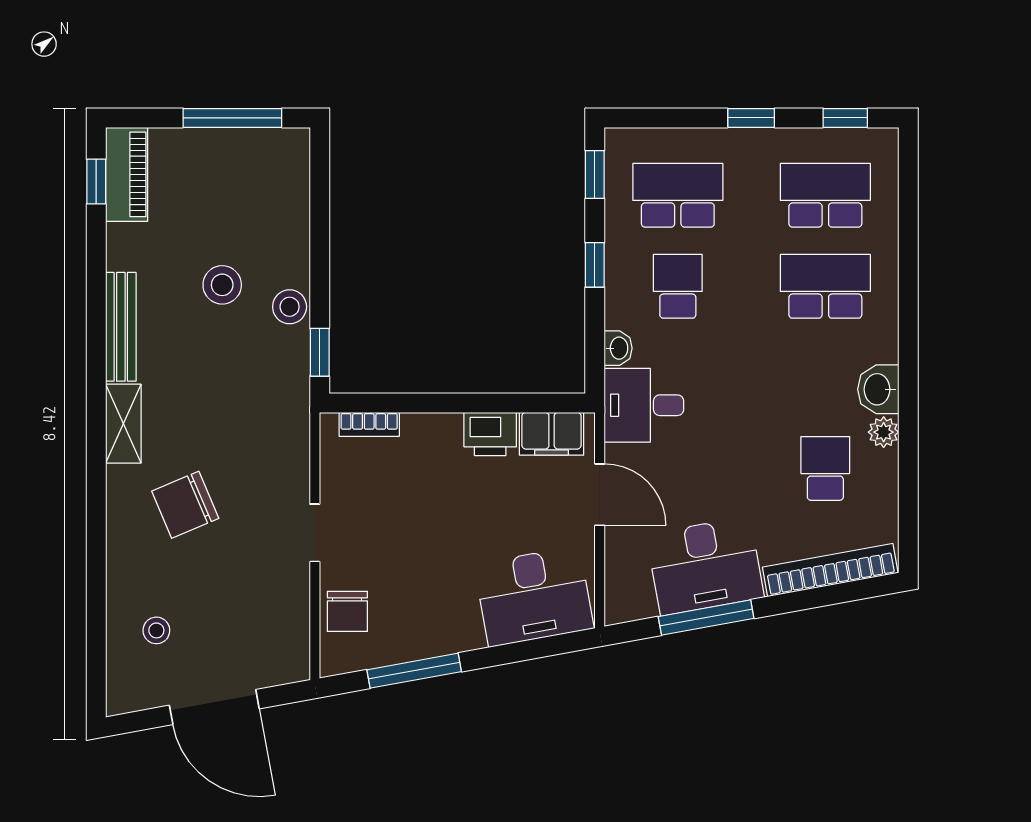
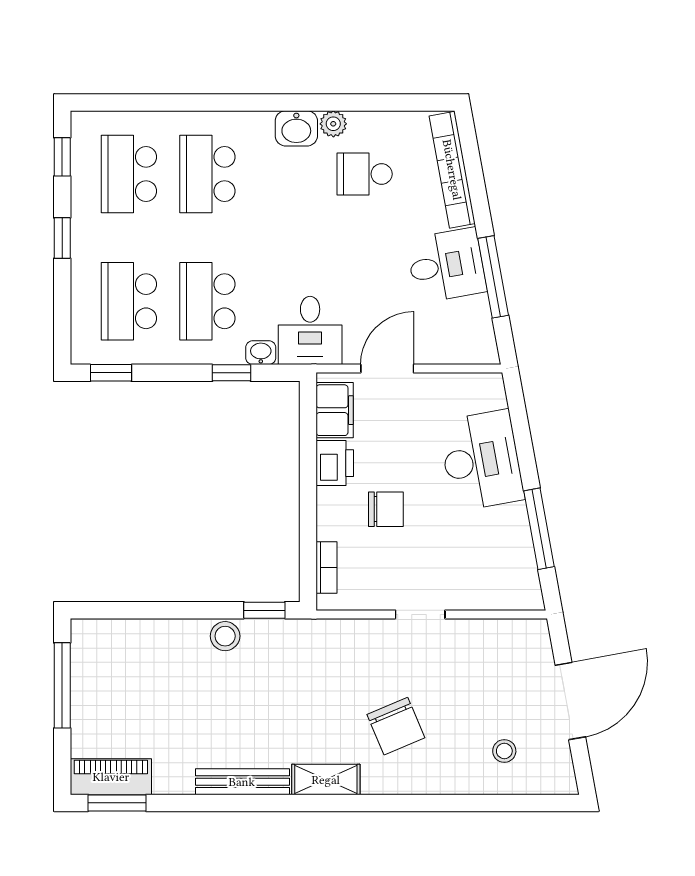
window: (96, 181) -> (117, 803), width x1.50
window: (595, 265) -> (232, 373), moved
stool: (222, 285) -> (206, 694), removed
school desk: (678, 286) -> (207, 301), width x1.85
desk: (705, 566) -> (446, 265), width x0.73
desk: (534, 596) -> (481, 460), moved
chair: (347, 611) -> (386, 509), moved

